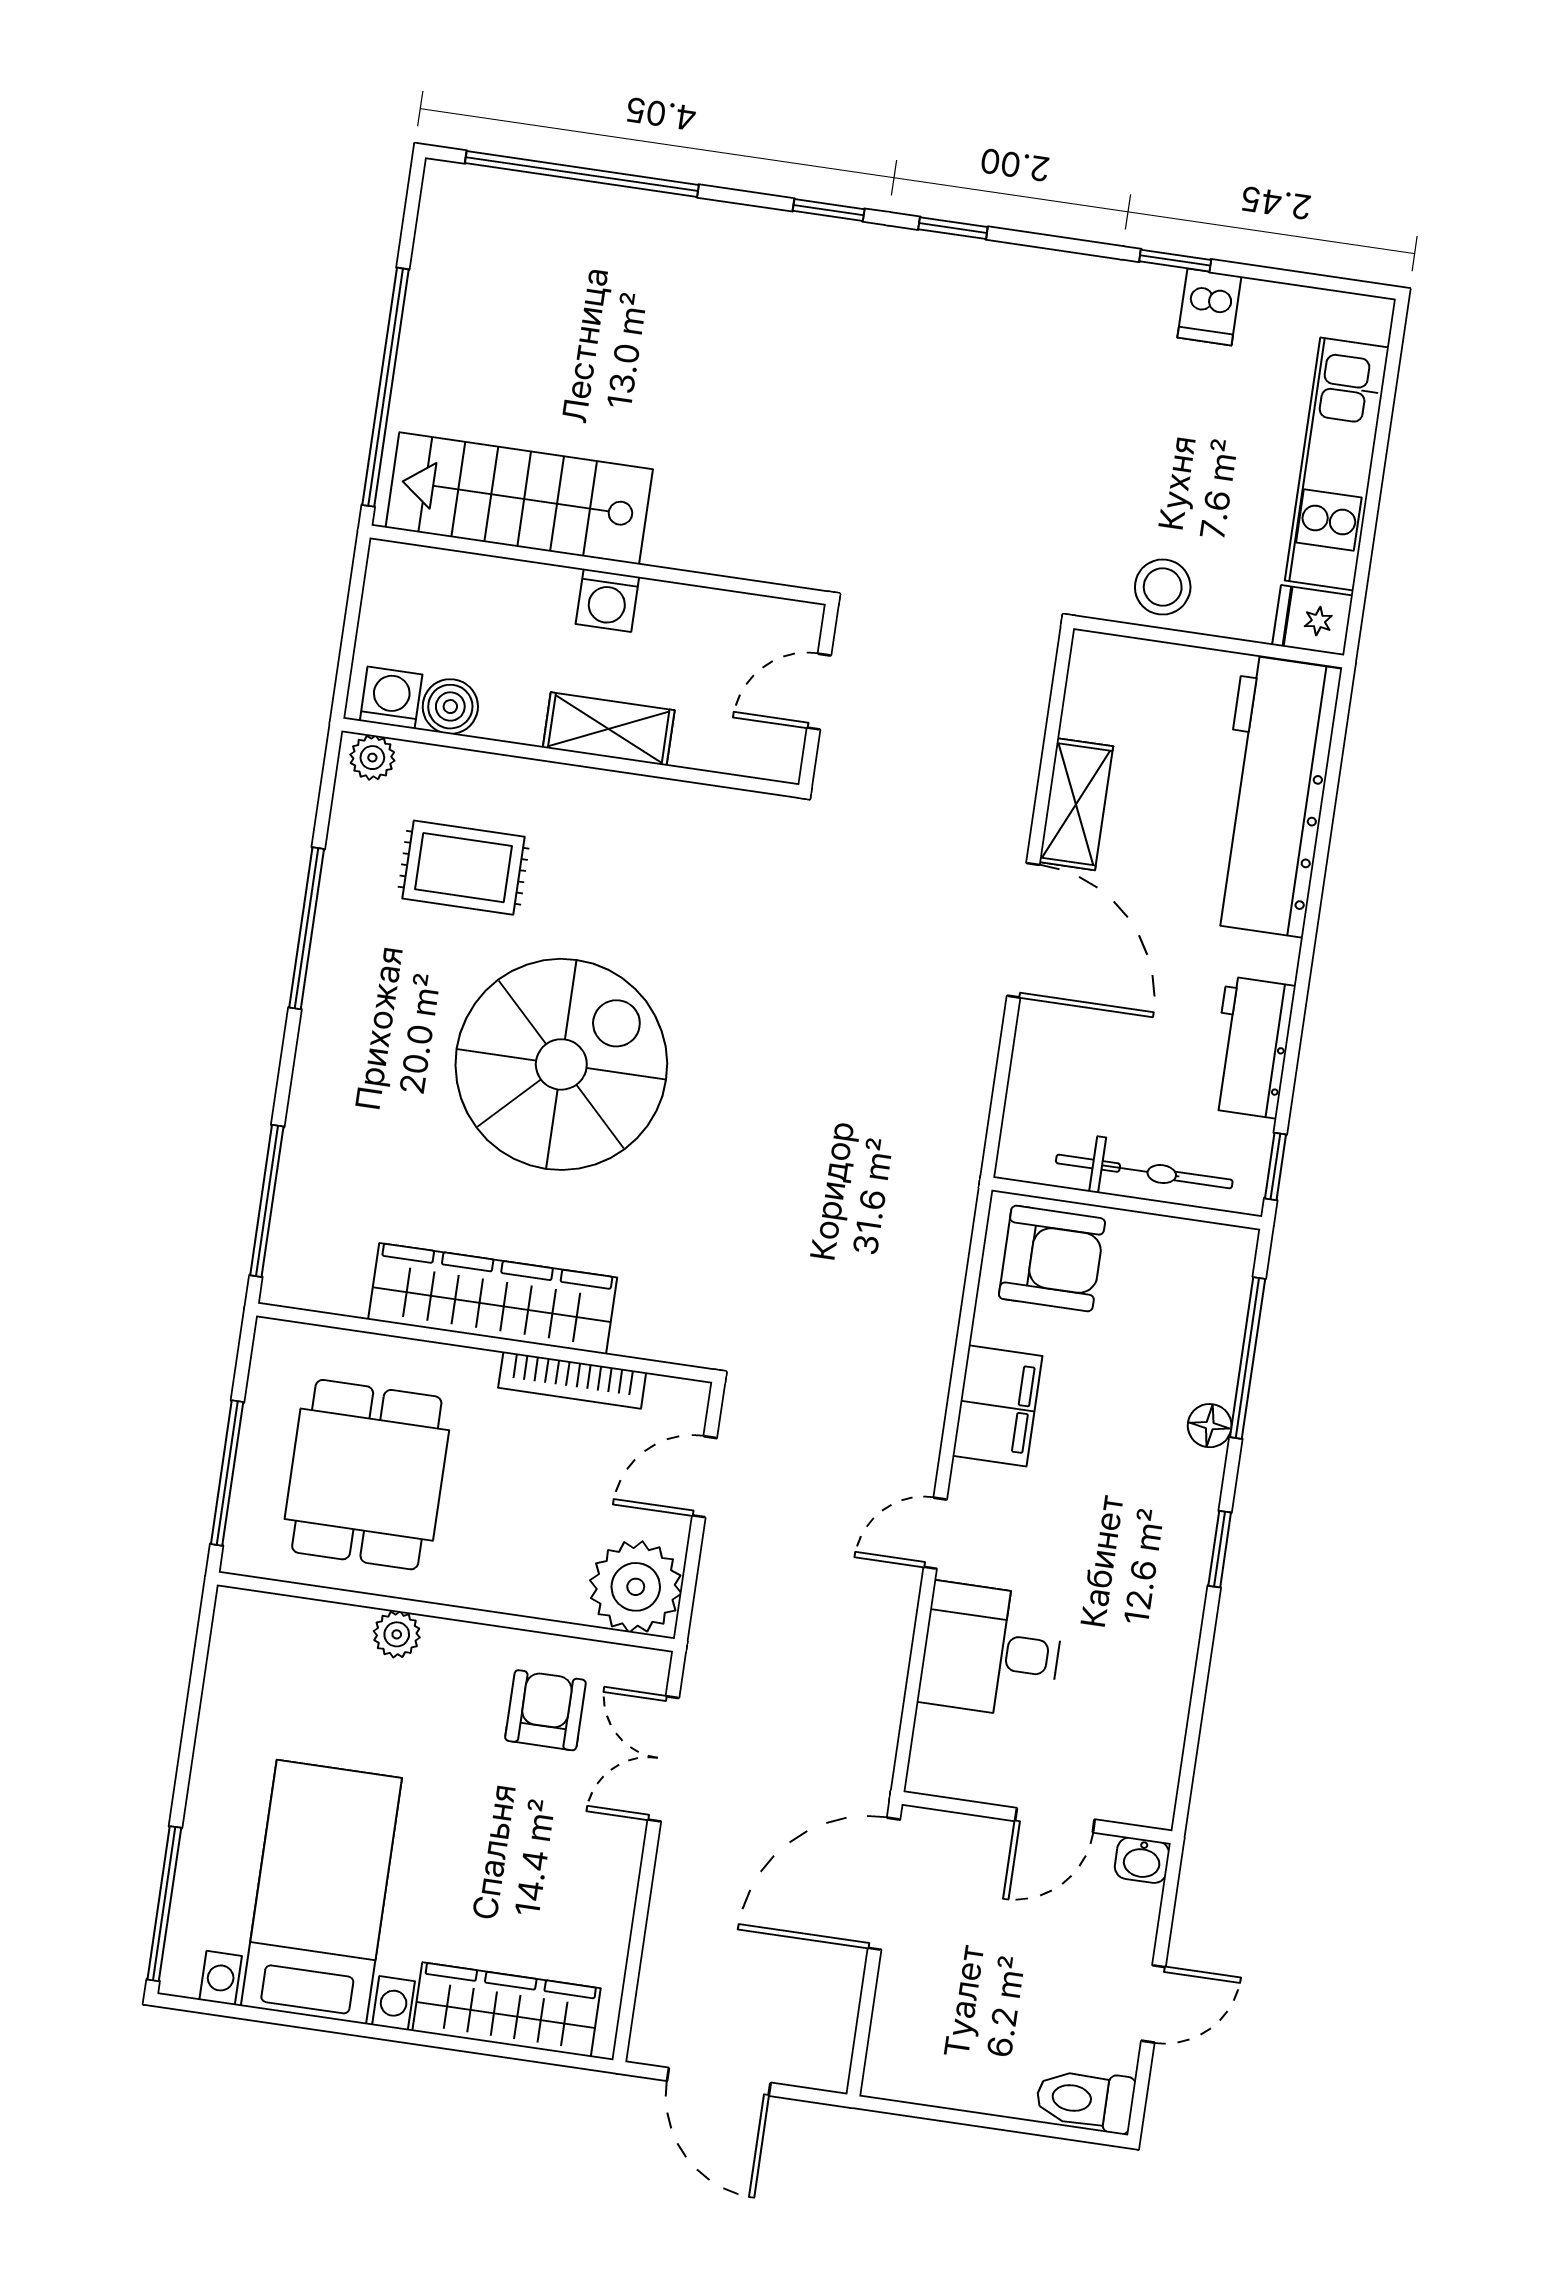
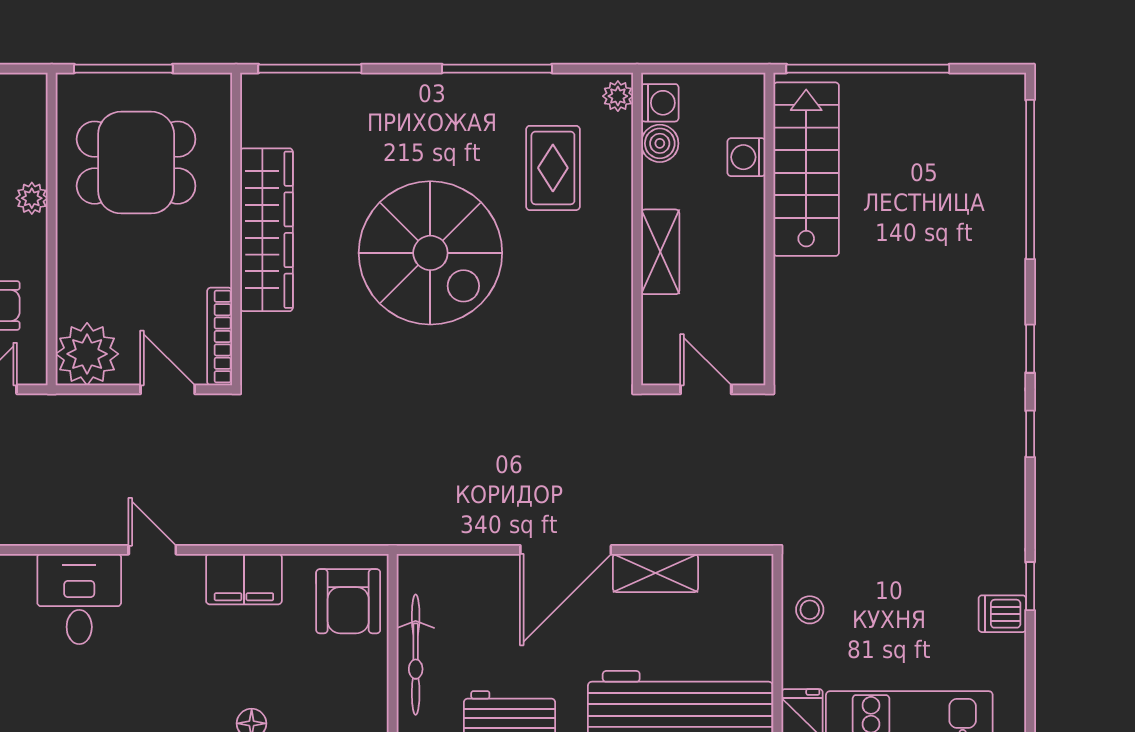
stool: (1163, 587) -> (810, 610), width x0.73, depth x0.73
washing machine: (607, 600) -> (746, 157), moved
bookcase: (572, 1380) -> (220, 336), moved

